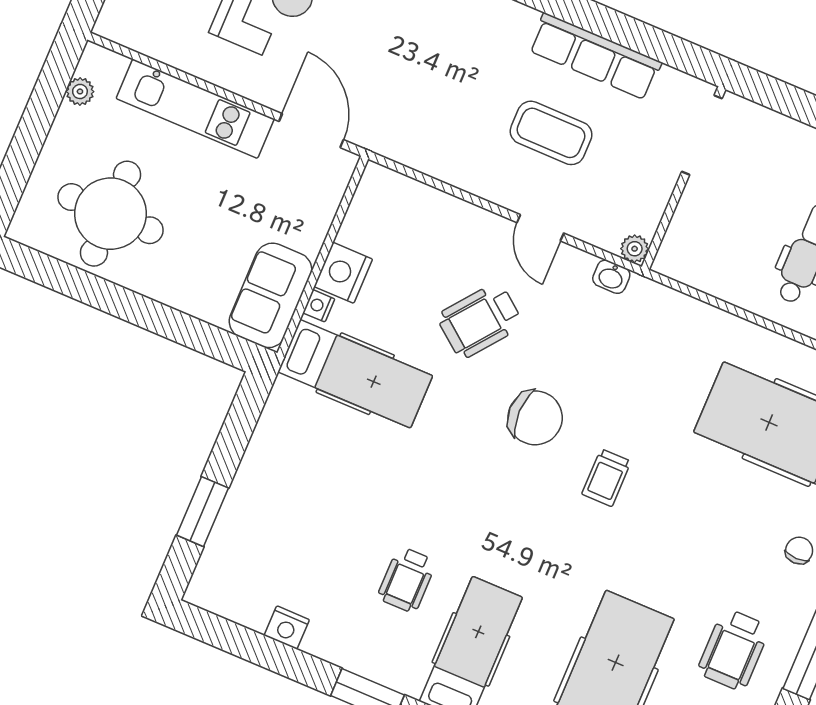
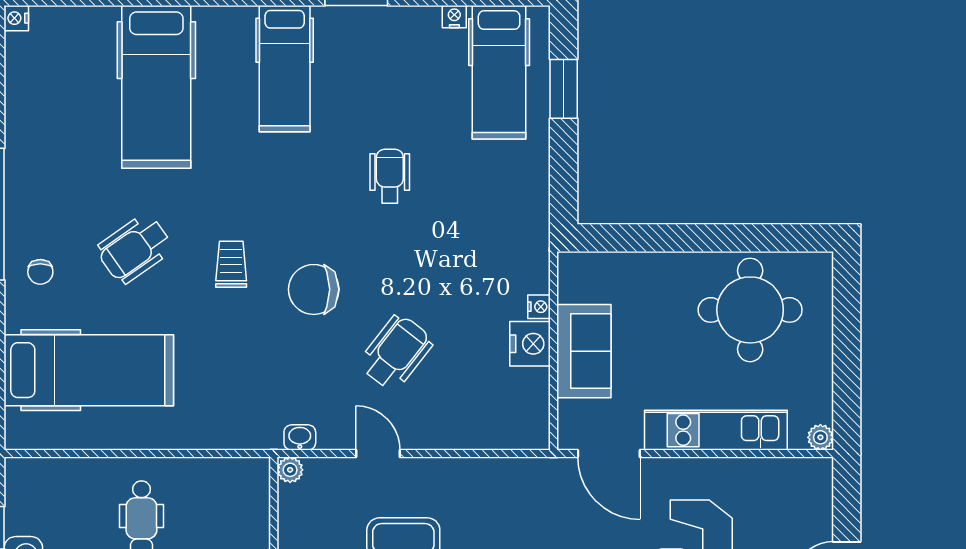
plant: (80, 91) -> (820, 437), moved
sofa: (270, 295) -> (584, 351), moved
hospital bed: (355, 374) -> (499, 72), moved, turned -90
wheelchair: (407, 580) -> (390, 176), moved
nightstand: (287, 628) -> (454, 17), width x0.72, depth x0.74
wheelchair: (734, 650) -> (135, 249), moved, turned -125

